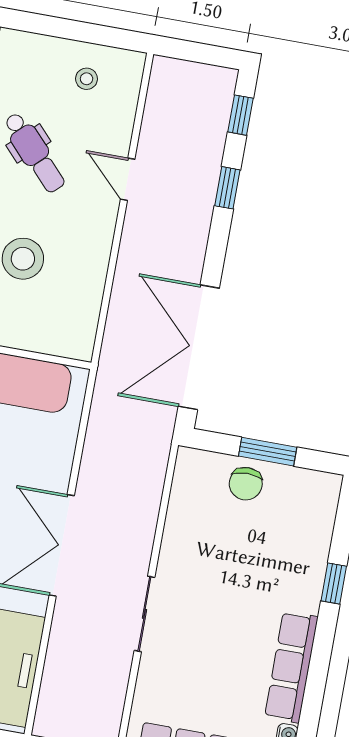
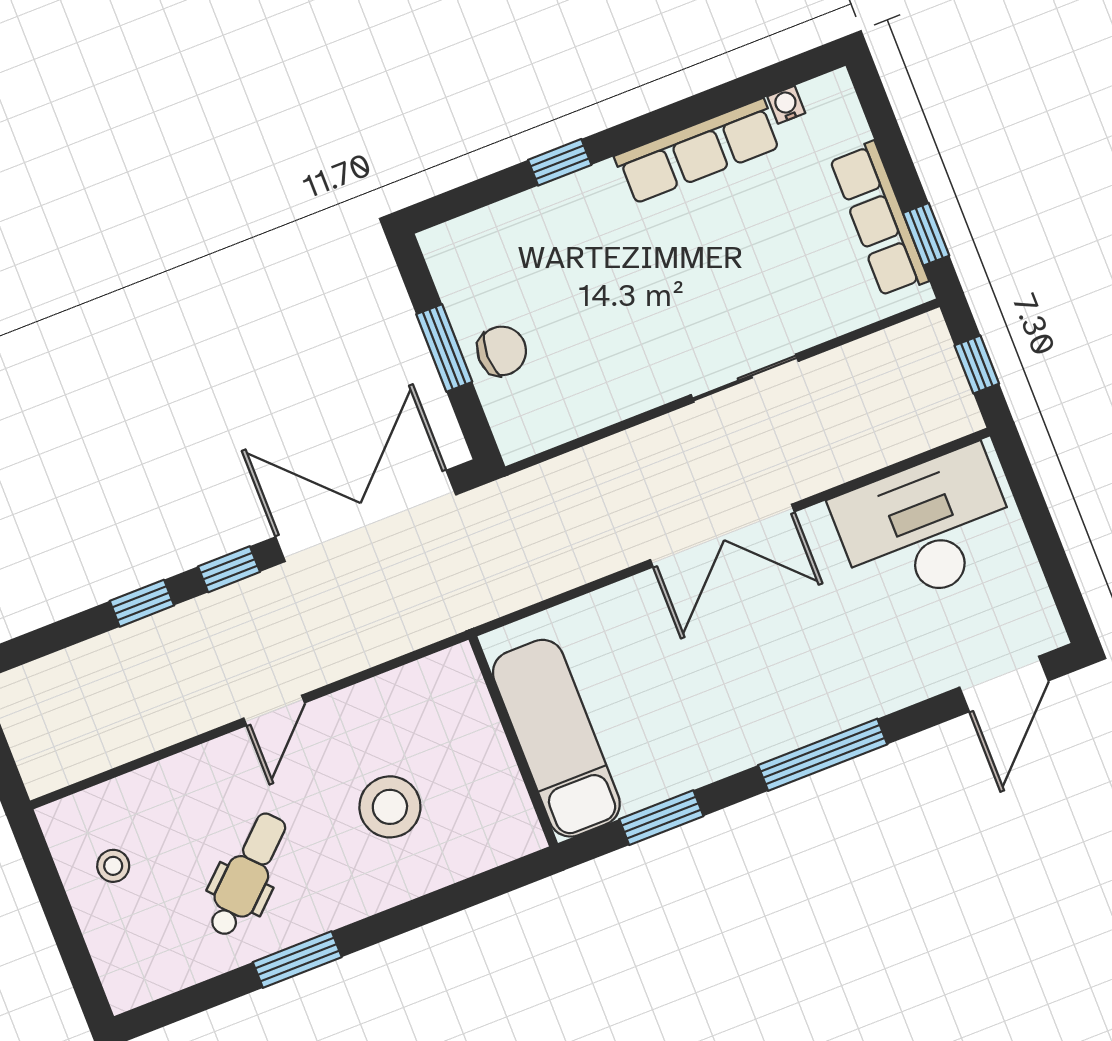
window: (241, 115) -> (229, 569), moved
door: (128, 179) -> (274, 710), moved
double door: (199, 347) -> (366, 516), swing flipped

